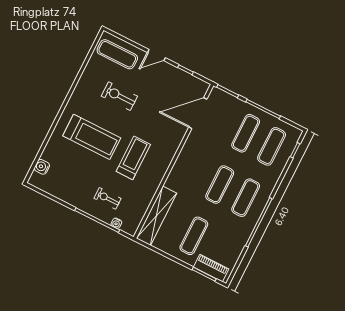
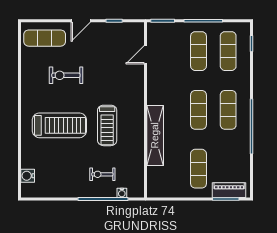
door: (198, 113) -> (145, 55), width x0.53
treadmill: (133, 158) -> (107, 125), turned 180
shelving: (157, 216) -> (155, 135), moved

